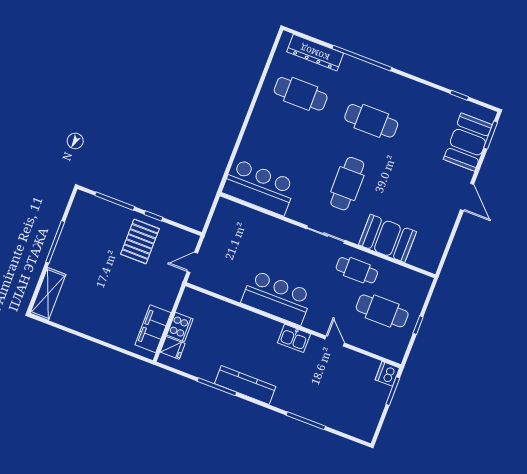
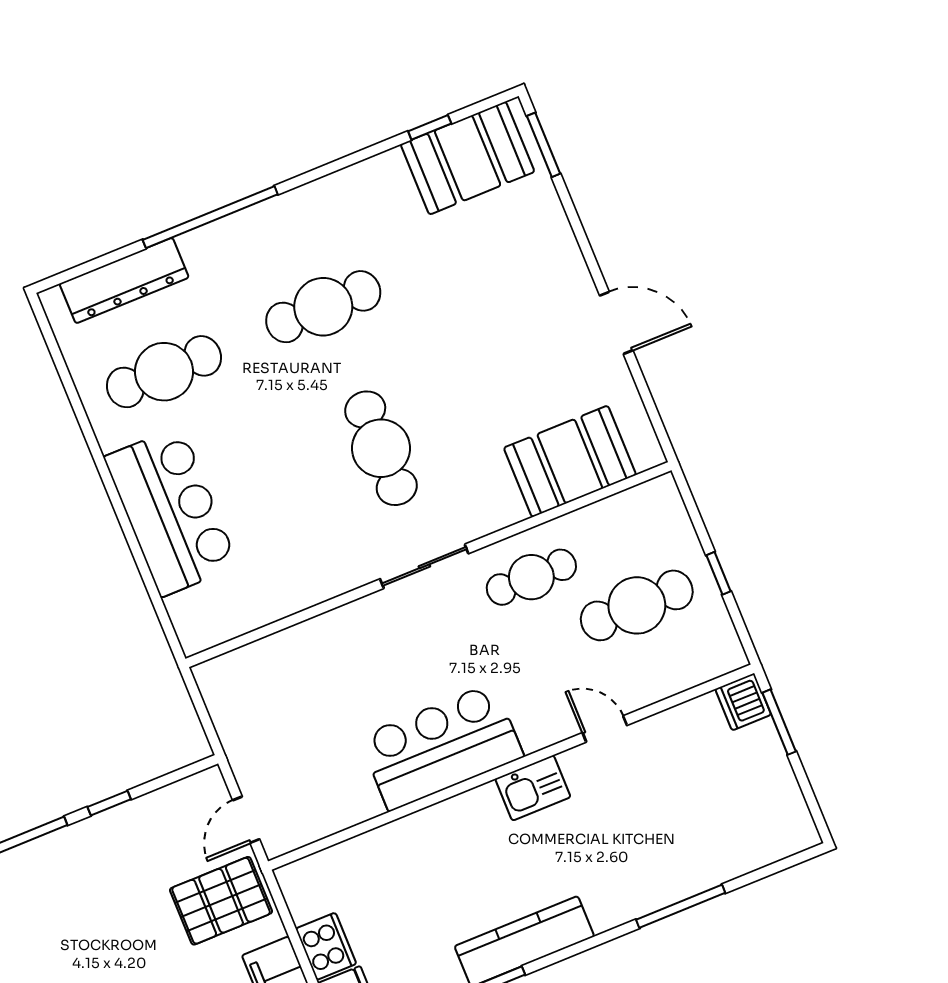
booth: (468, 142) -> (468, 158), moved, turned 90
bar counter: (259, 187) -> (171, 511), moved, turned 90
door: (467, 197) -> (616, 323), moved
booth: (387, 238) -> (570, 461), moved
pallet: (140, 241) -> (221, 901), moved, turned 90

